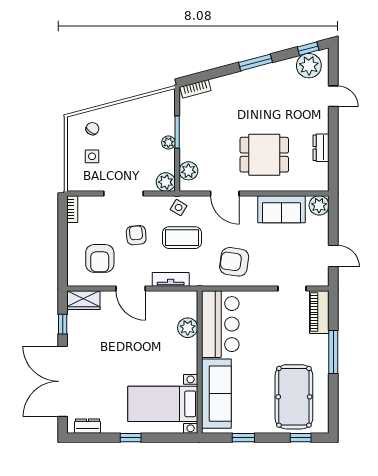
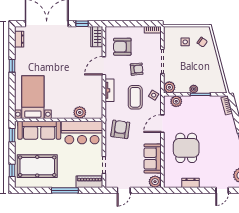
bar counter: (220, 324) -> (82, 133), moved
plant: (188, 328) -> (80, 112), moved
wall: (200, 362) -> (59, 120), moved
sofa: (216, 394) -> (39, 130), moved
bed with nightstands: (163, 404) -> (33, 97), moved

